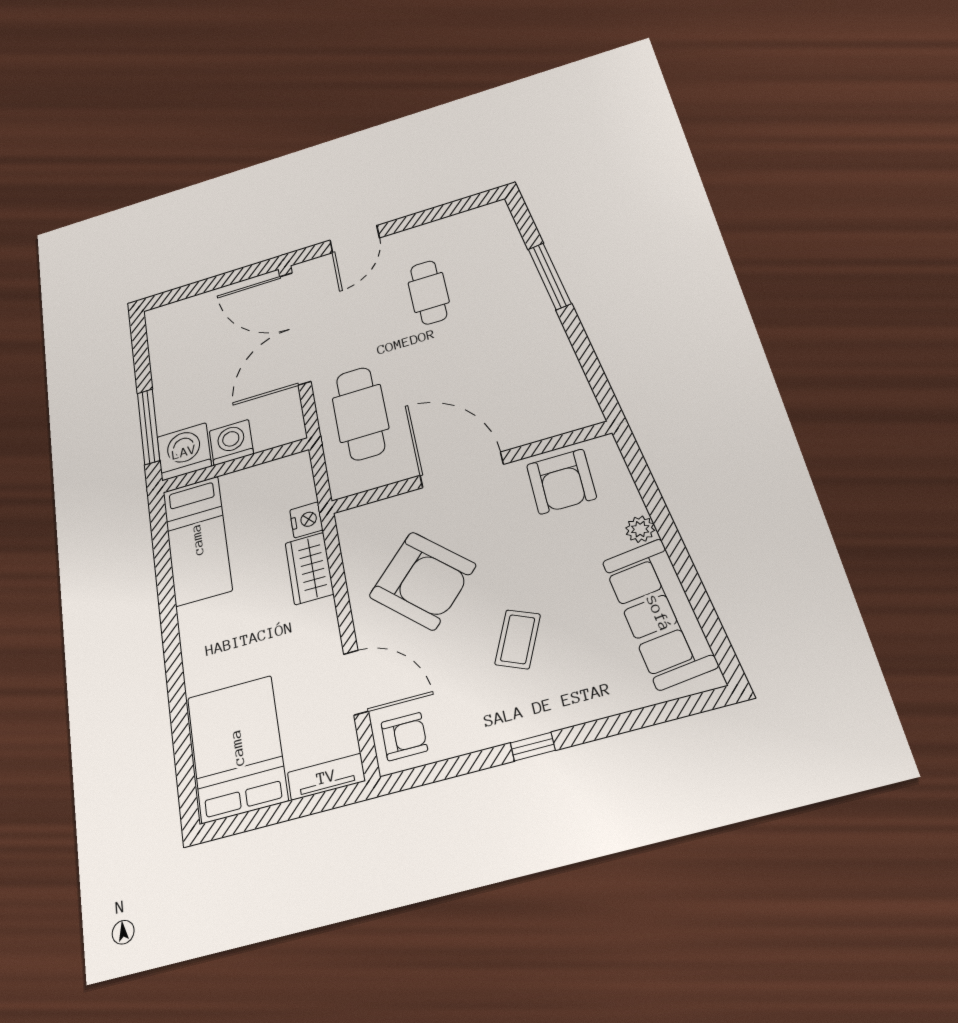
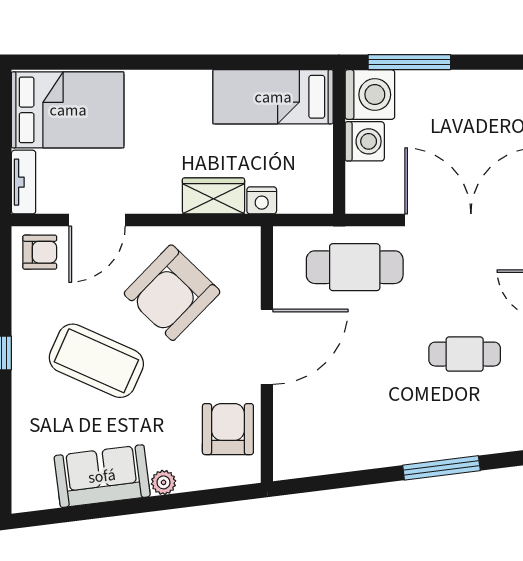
armchair: (561, 482) -> (228, 429), turned 90
sofa: (659, 613) -> (102, 476), width x0.73
coffee table: (518, 639) -> (96, 361), width x1.86, depth x1.72
armchair: (404, 737) -> (40, 252), turned -90

